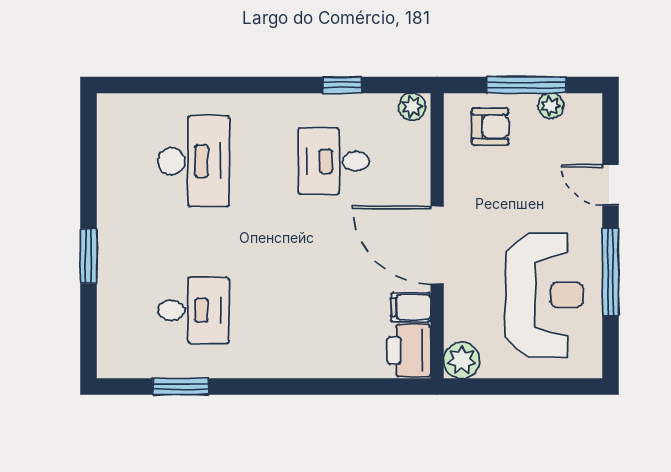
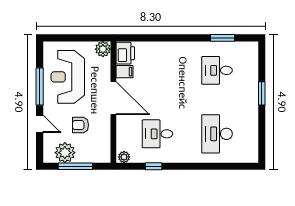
plant: (551, 106) -> (65, 153), width x1.88, depth x1.88
armchair: (490, 127) -> (80, 125), moved
desk: (334, 161) -> (157, 134), turned 180

